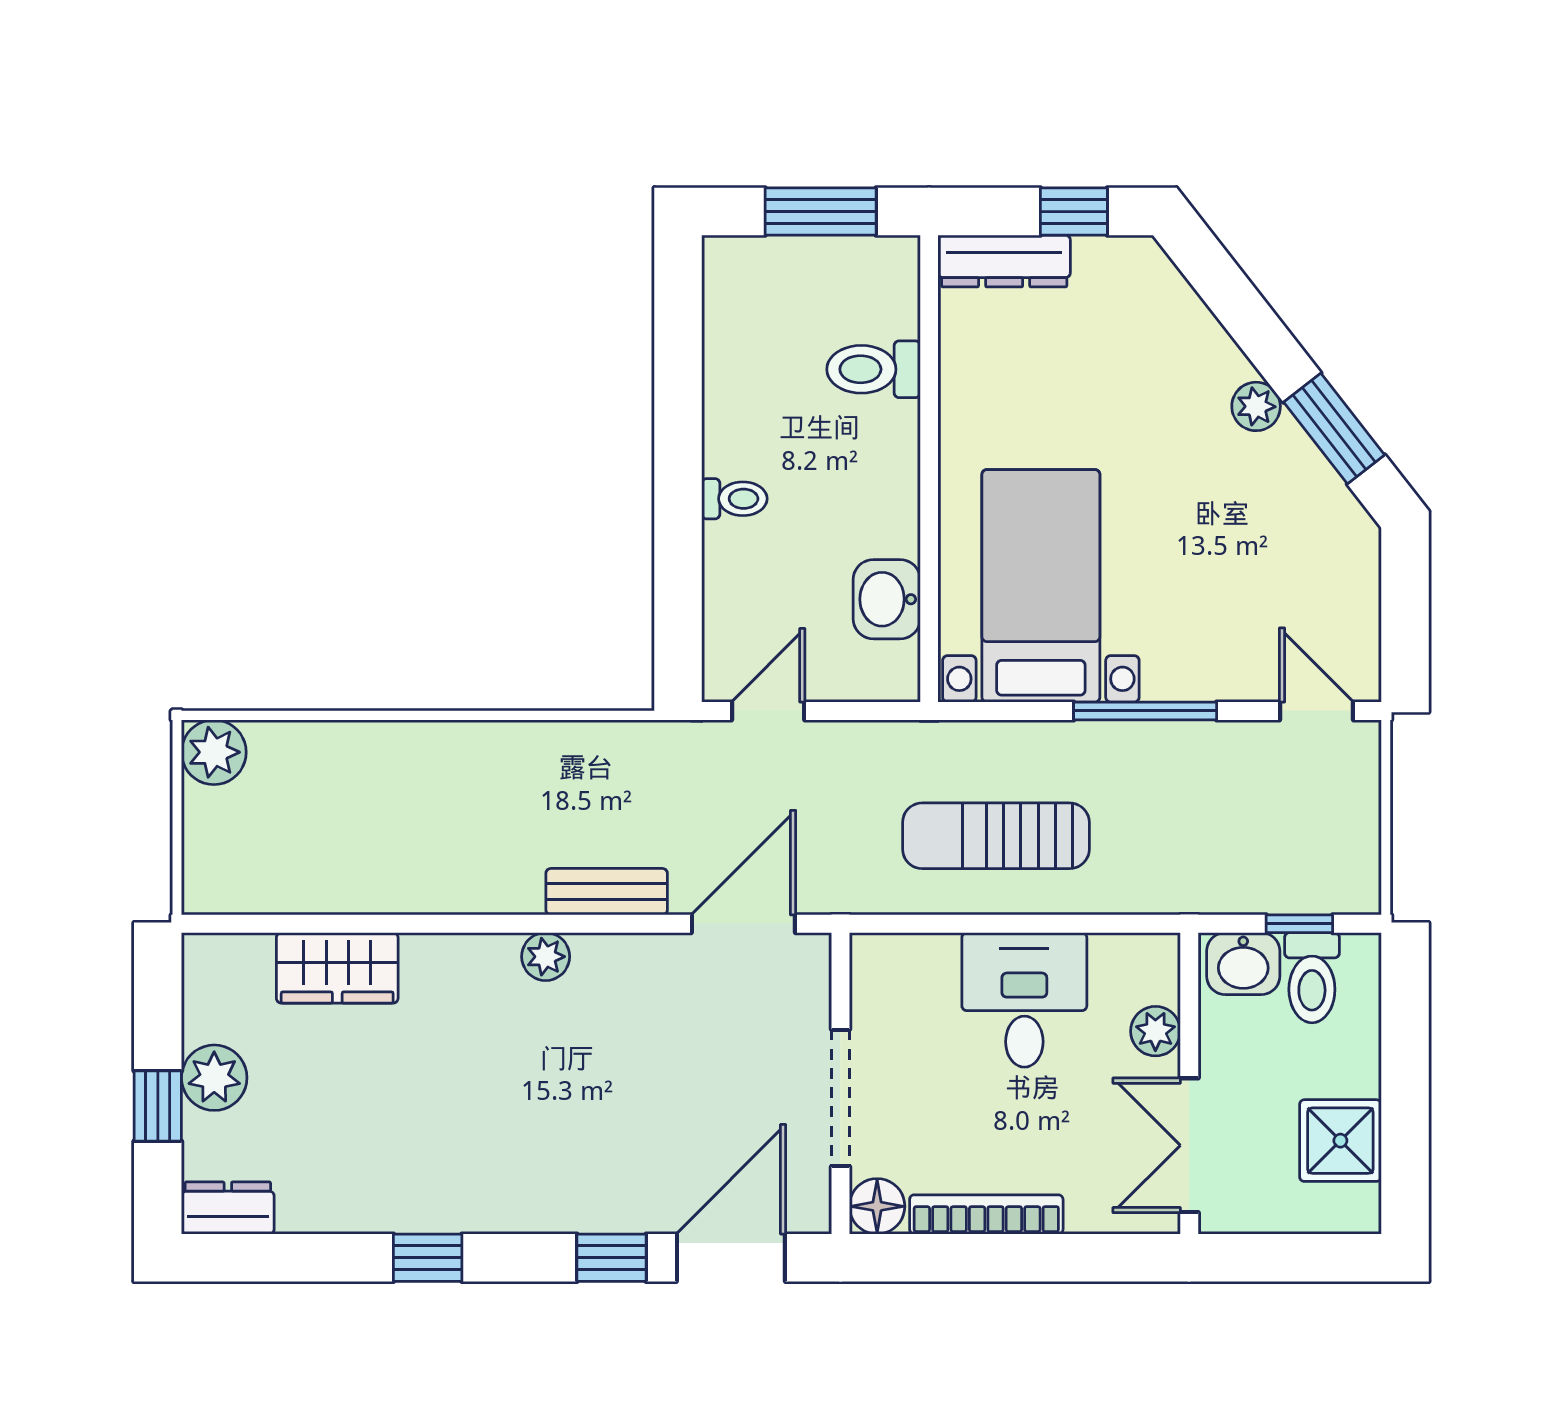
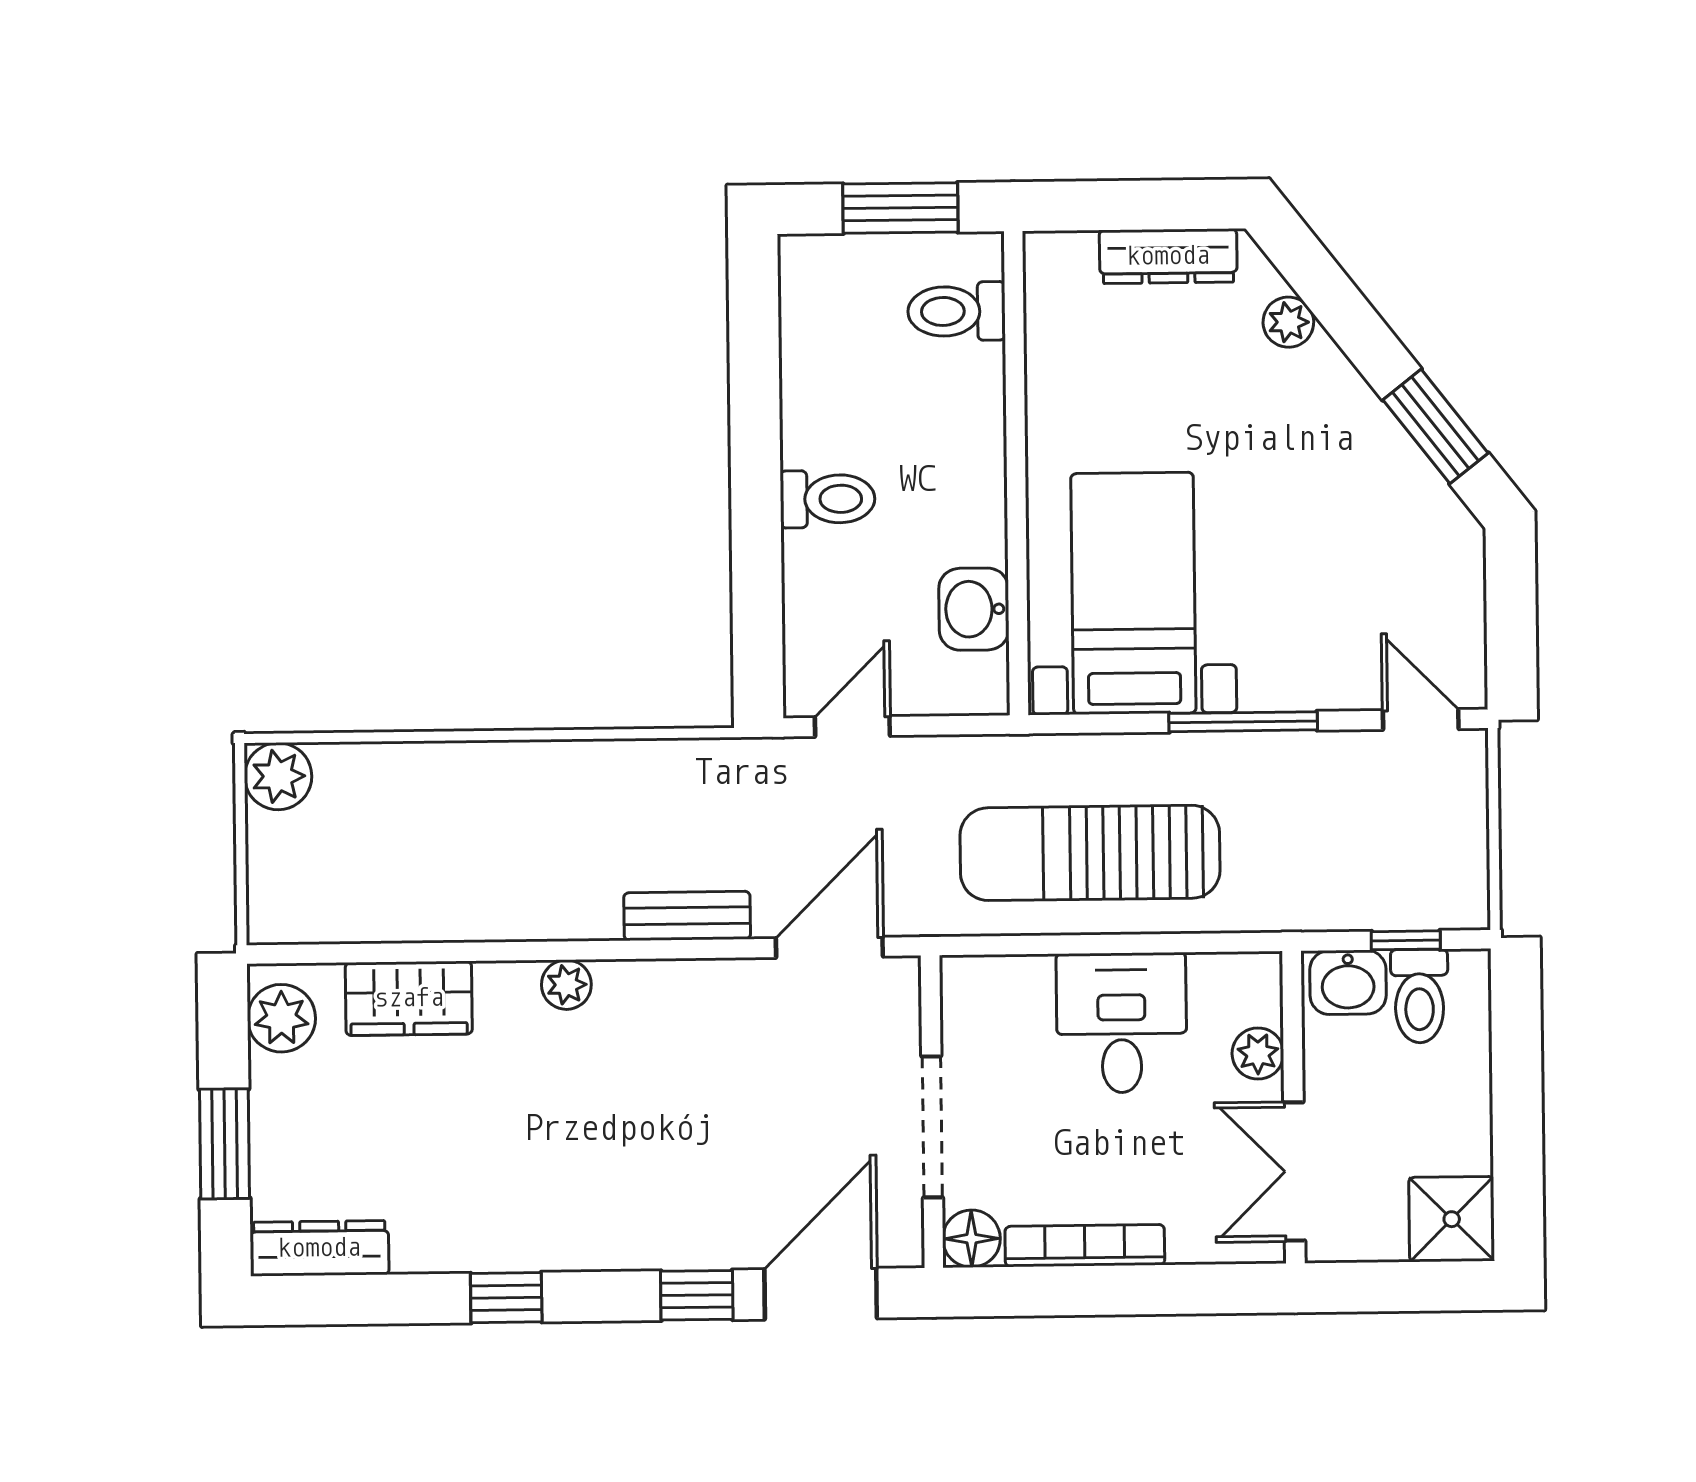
window: (1074, 212) -> (1163, 205), removed
dresser: (1004, 261) -> (1168, 256), moved
toilet: (874, 369) -> (956, 311), moved
plant: (1256, 406) -> (1288, 322), moved
toilet: (734, 499) -> (828, 499), width x1.37, depth x1.39
sun lounger: (996, 836) -> (1090, 853), width x1.36, depth x1.34
plant: (546, 957) -> (566, 985), moved
plant: (214, 1078) -> (281, 1018), moved
window: (158, 1106) -> (225, 1144), width x1.50
shower: (1340, 1141) -> (1452, 1219), moved
dresser: (228, 1208) -> (319, 1248), width x1.44

